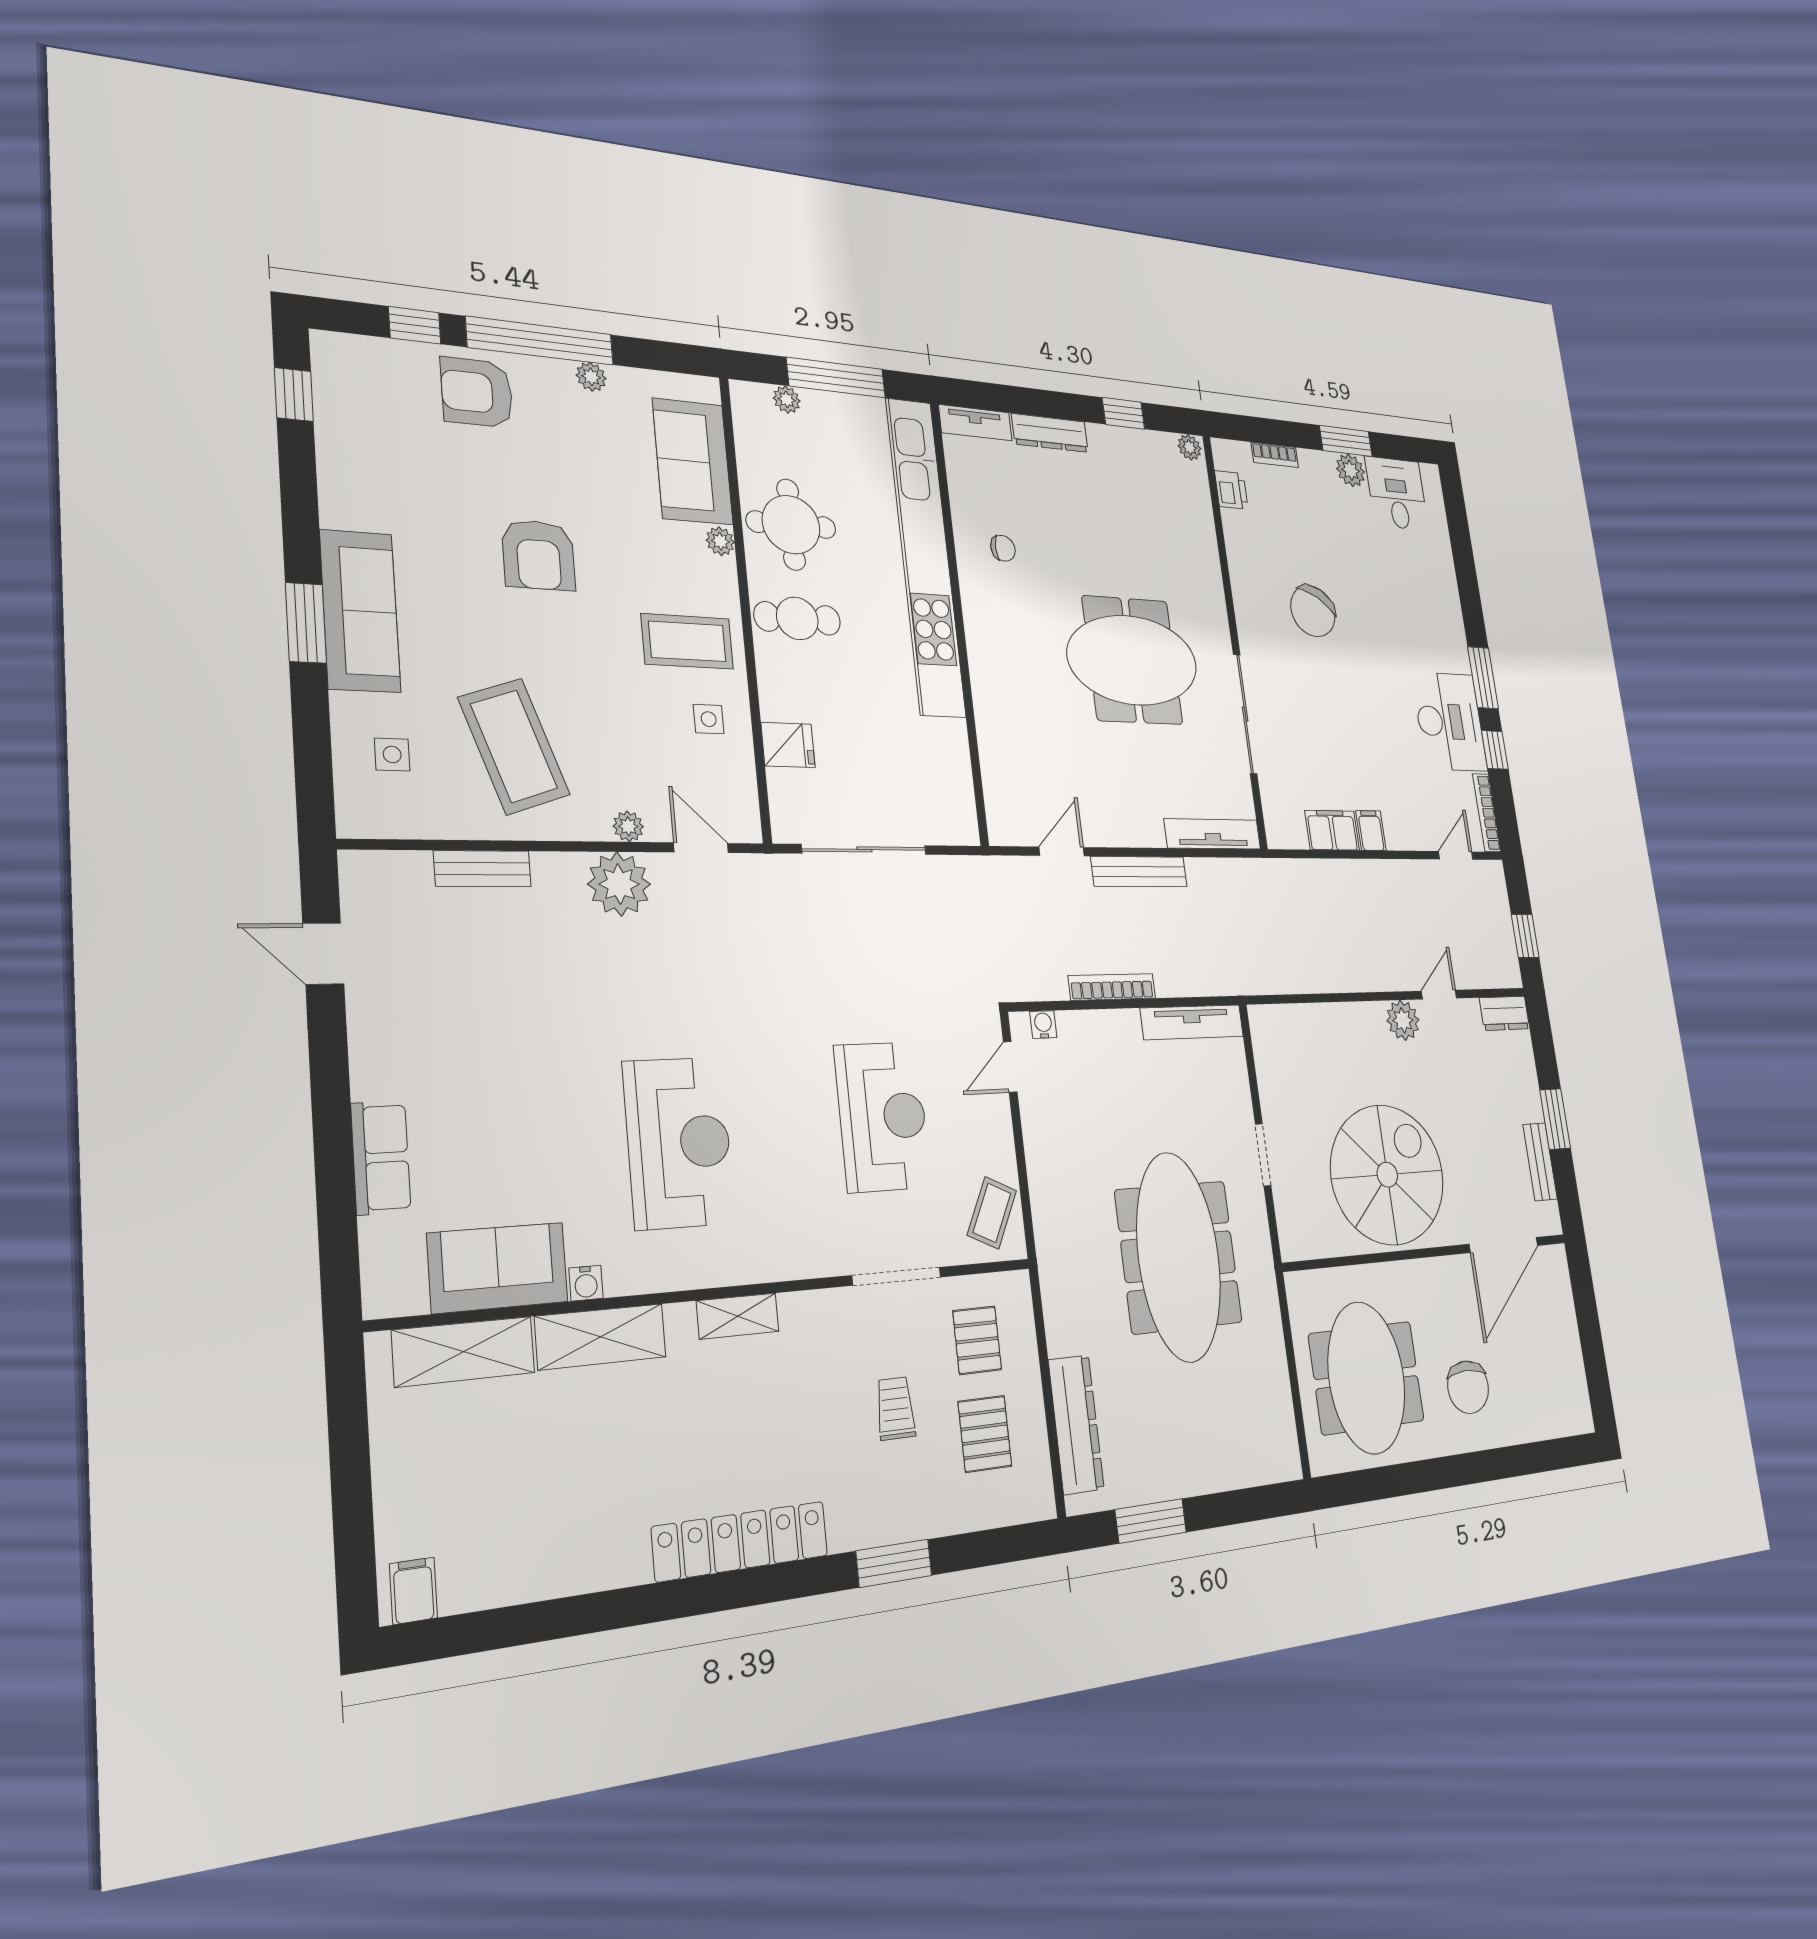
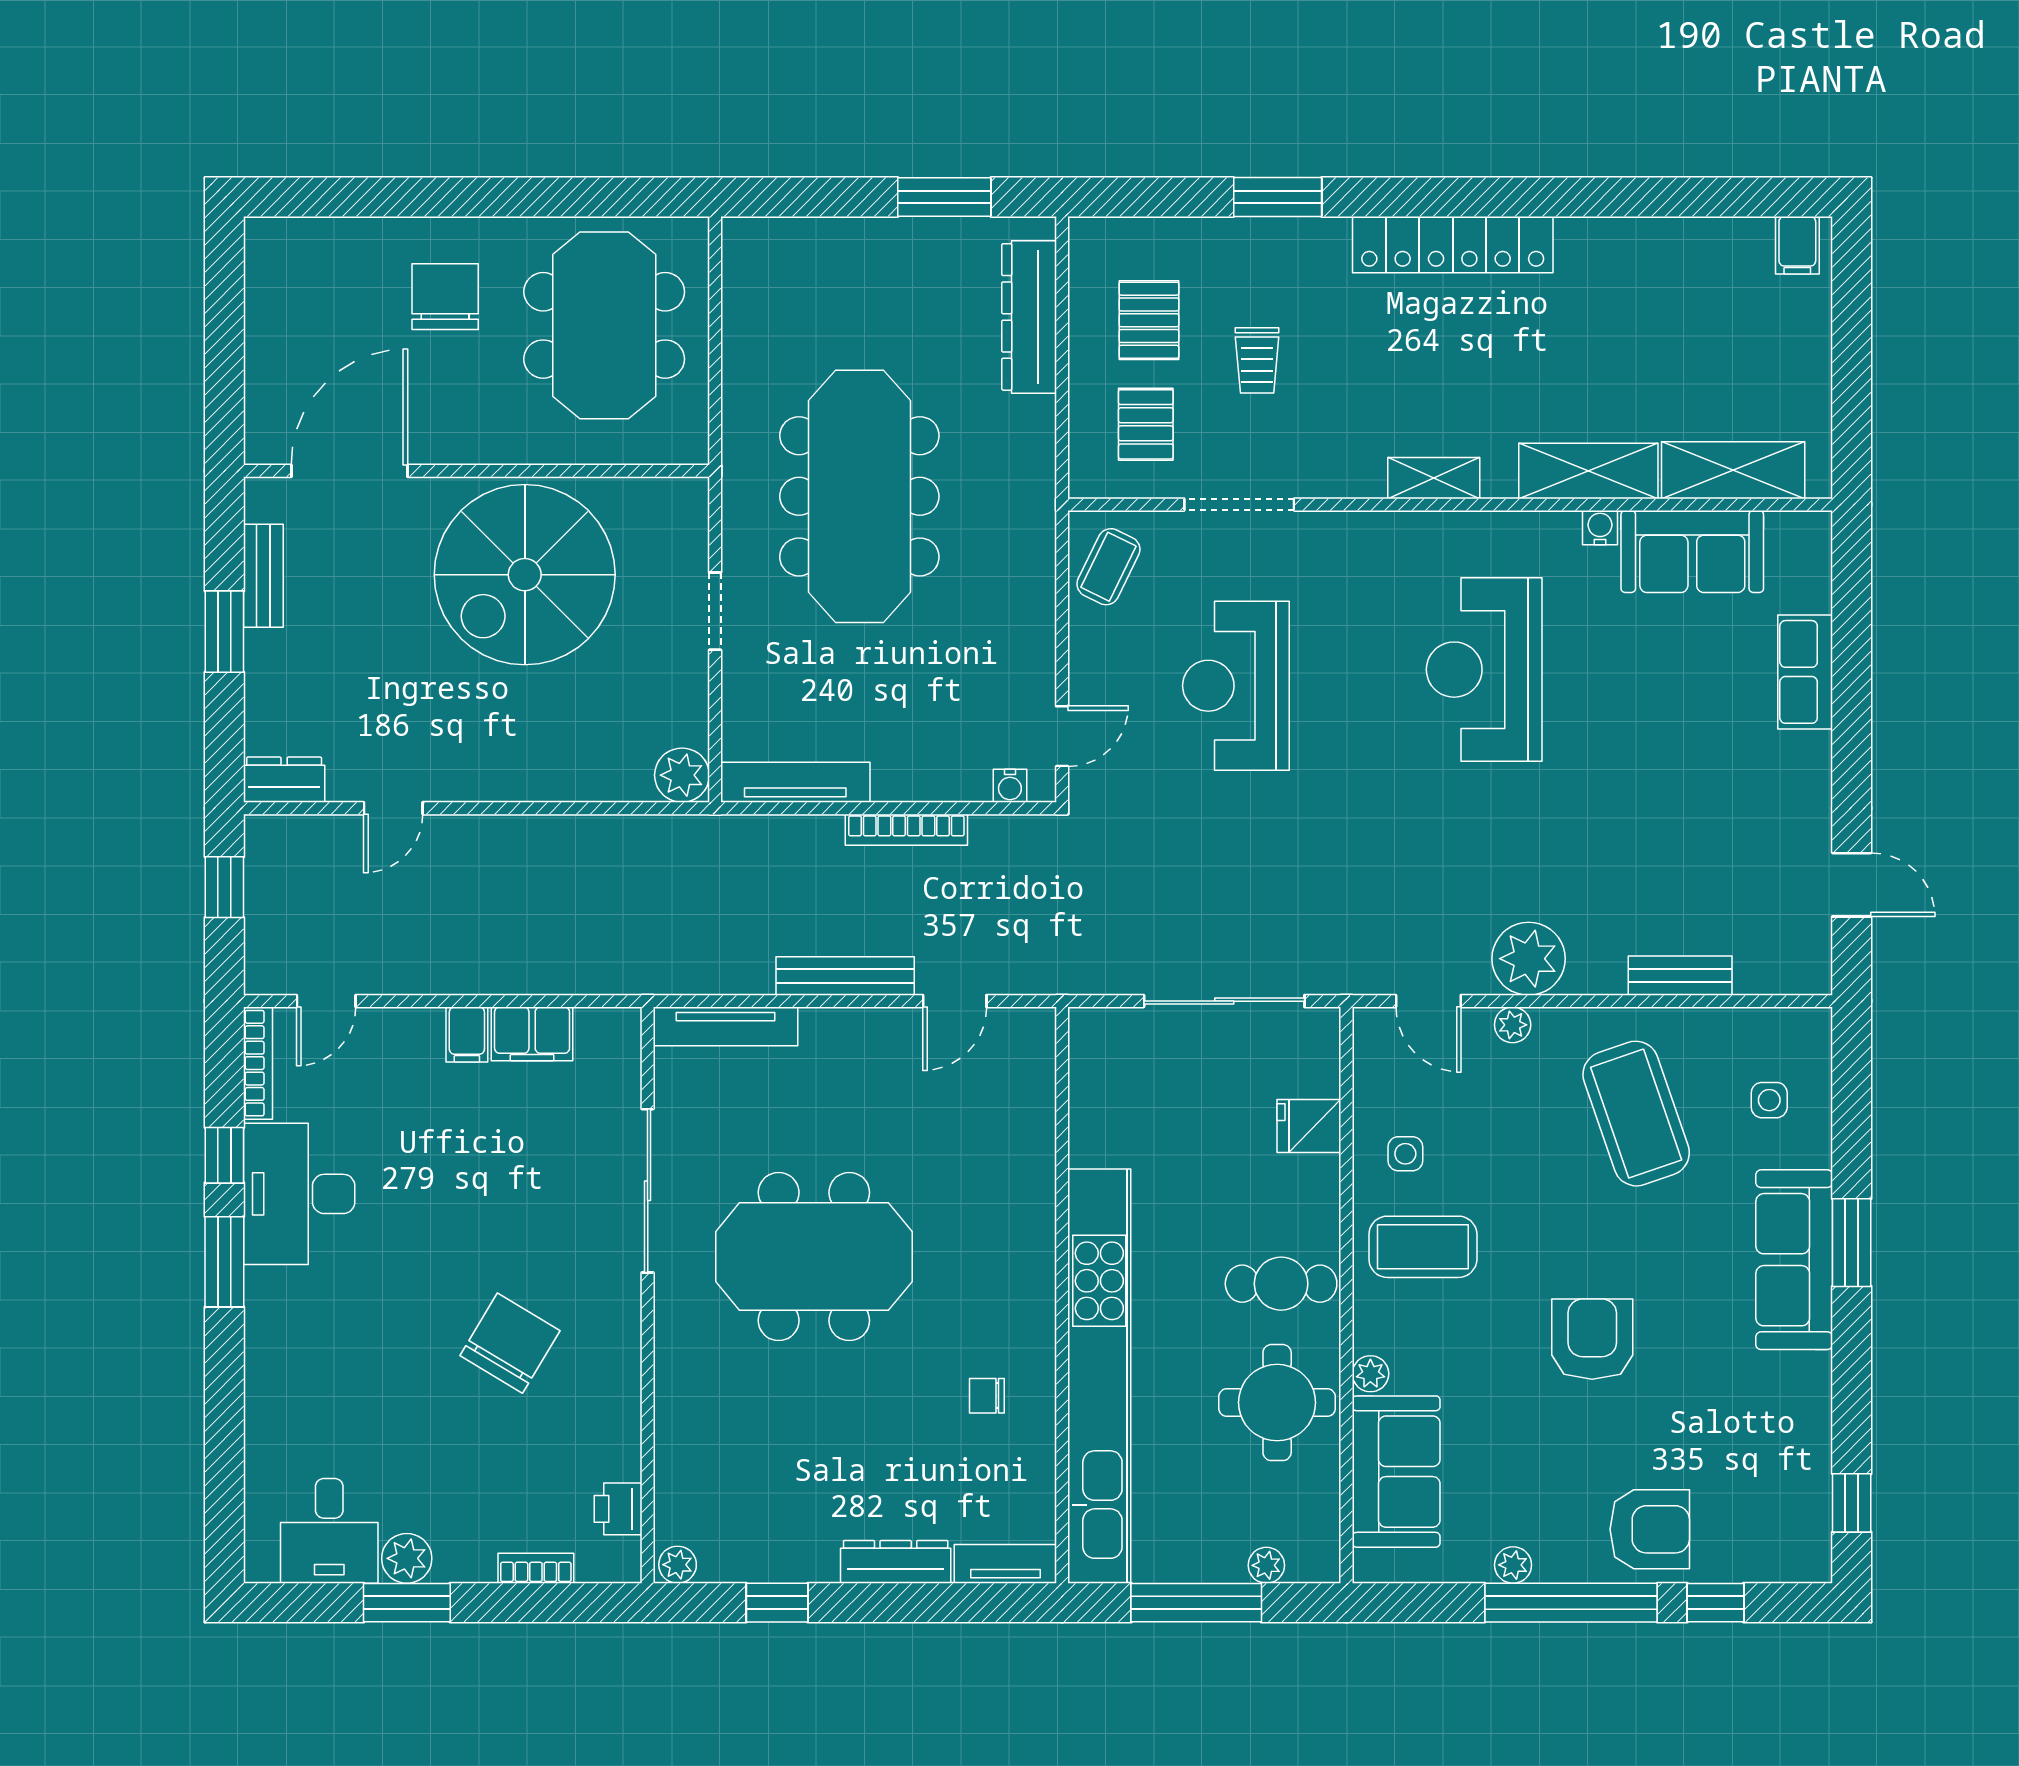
plant: (1403, 1020) -> (682, 775), moved

